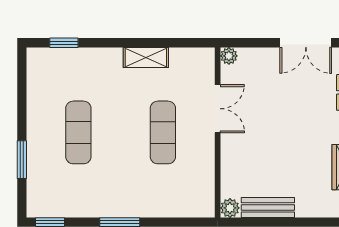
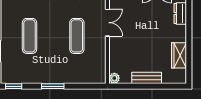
bench: (268, 207) -> (147, 78), moved

